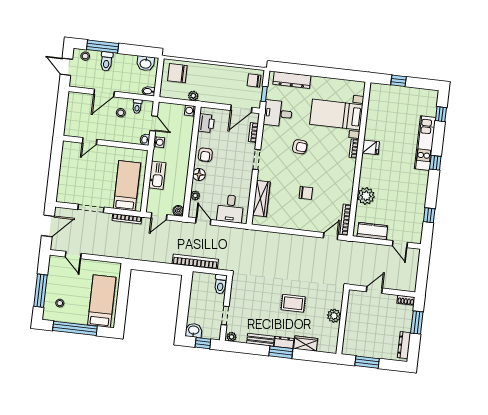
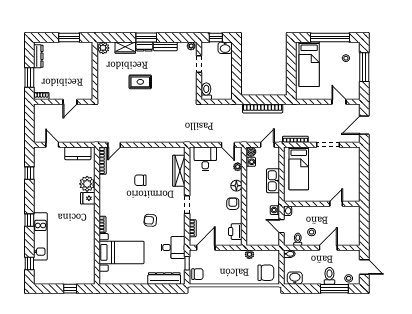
washing machine: (190, 111) -> (251, 162), moved
fridge: (371, 147) -> (88, 198), moved
bookcase: (195, 262) -> (263, 109), moved
plant: (334, 316) -> (103, 48), moved

